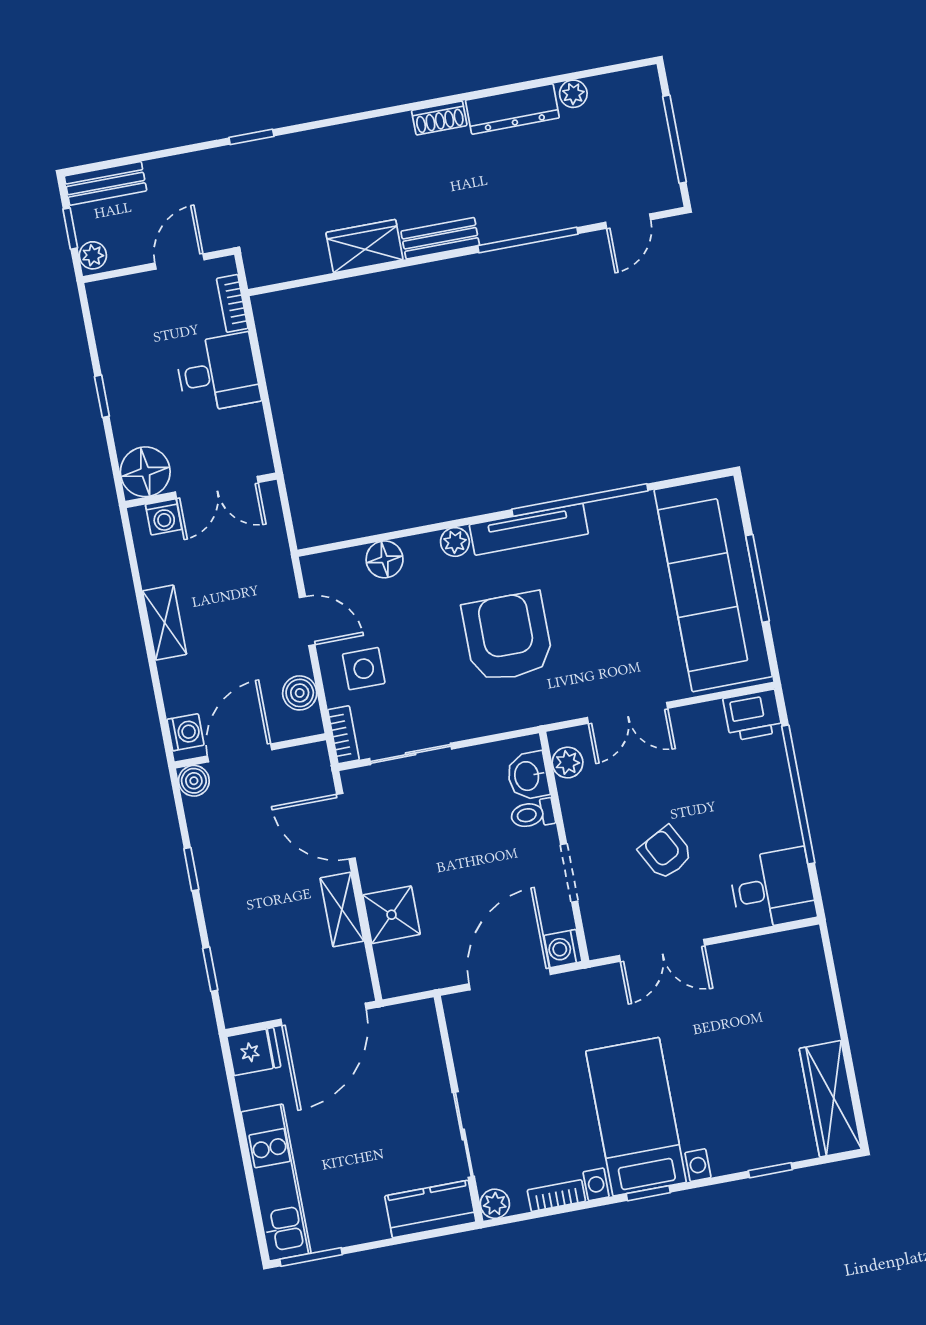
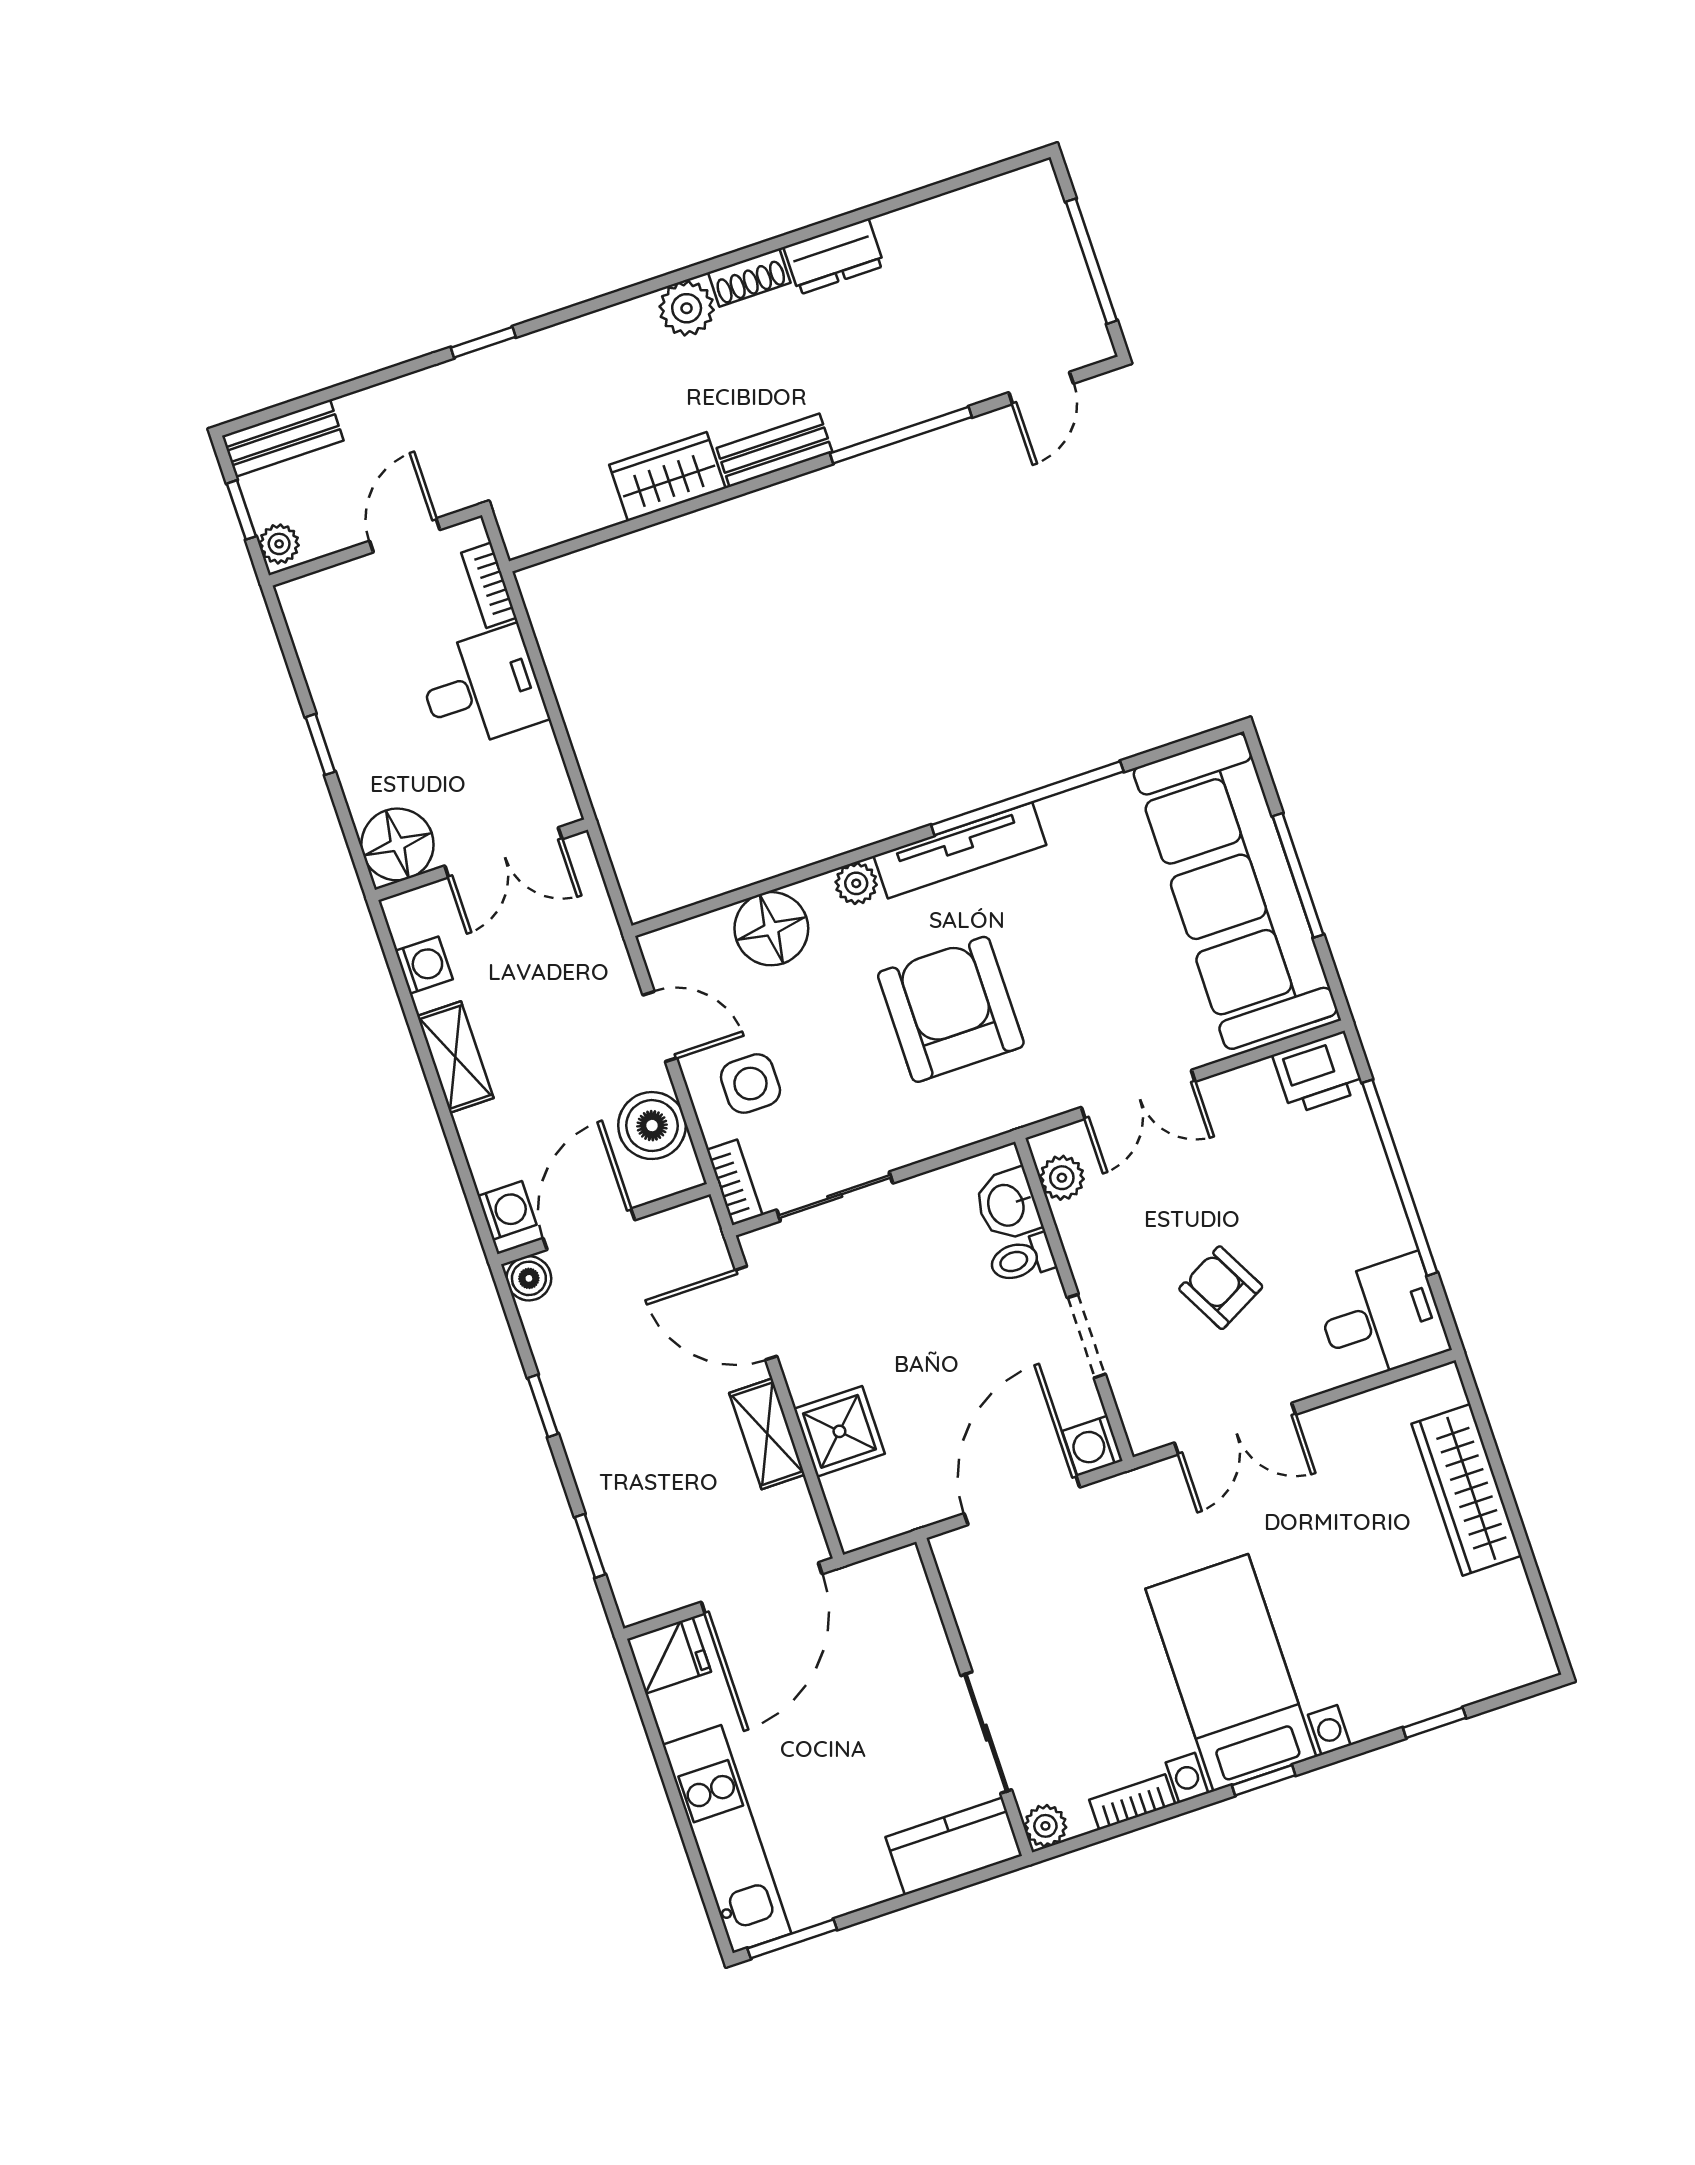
plant: (573, 94) -> (687, 308), moved, width x1.38, depth x1.38
dresser: (512, 109) -> (834, 257), width x0.70
washing machine: (164, 517) -> (424, 965), moved, turned -90
floor lamp: (385, 559) -> (771, 929), width x1.38, depth x1.38
boiler: (300, 693) -> (652, 1126), width x1.36, depth x1.36
wardrobe: (830, 1099) -> (1466, 1490), moved

